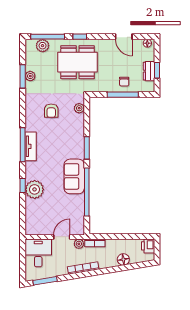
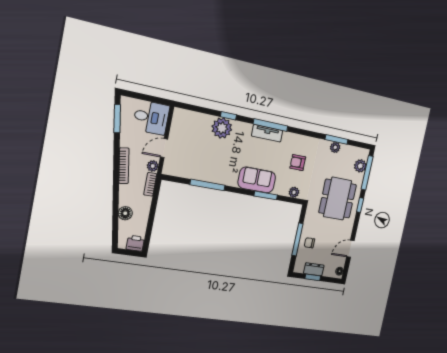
window: (87, 148) -> (266, 195), moved
sofa: (74, 176) -> (257, 180), moved
window: (87, 192) -> (208, 185), width x0.68
door: (62, 237) -> (164, 148), swing flipped

